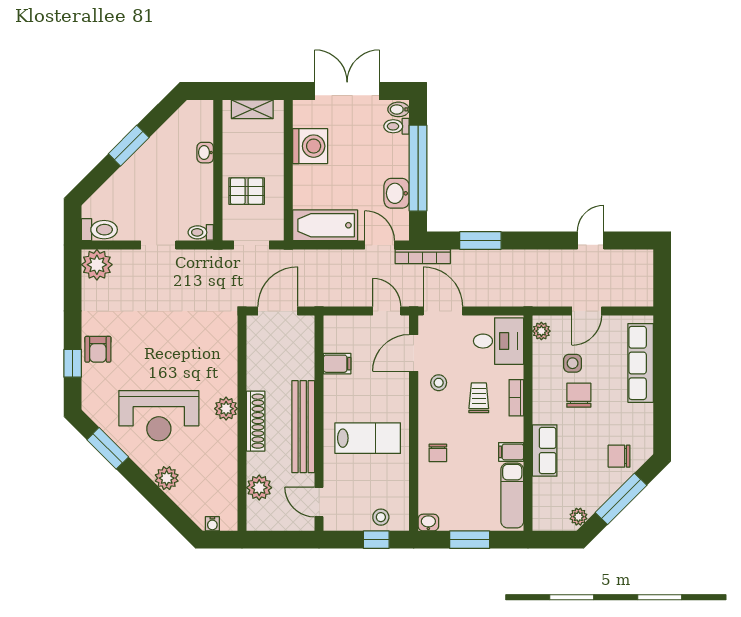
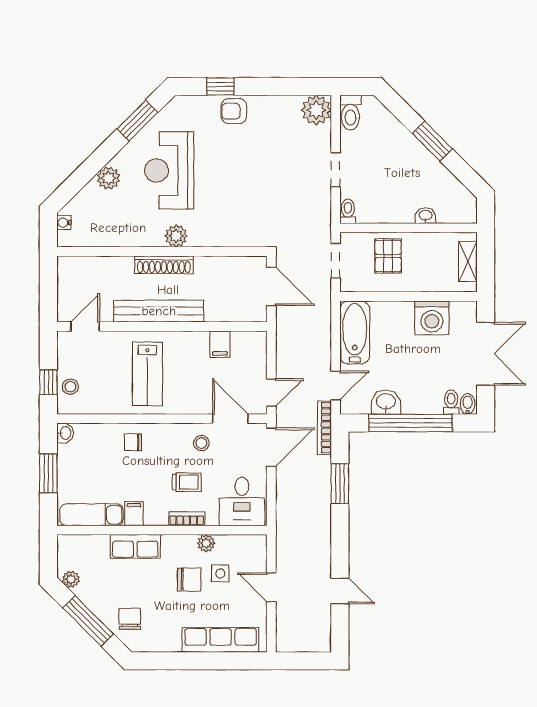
plant: (541, 331) -> (206, 543), moved
plant: (259, 488) -> (99, 268), removed

